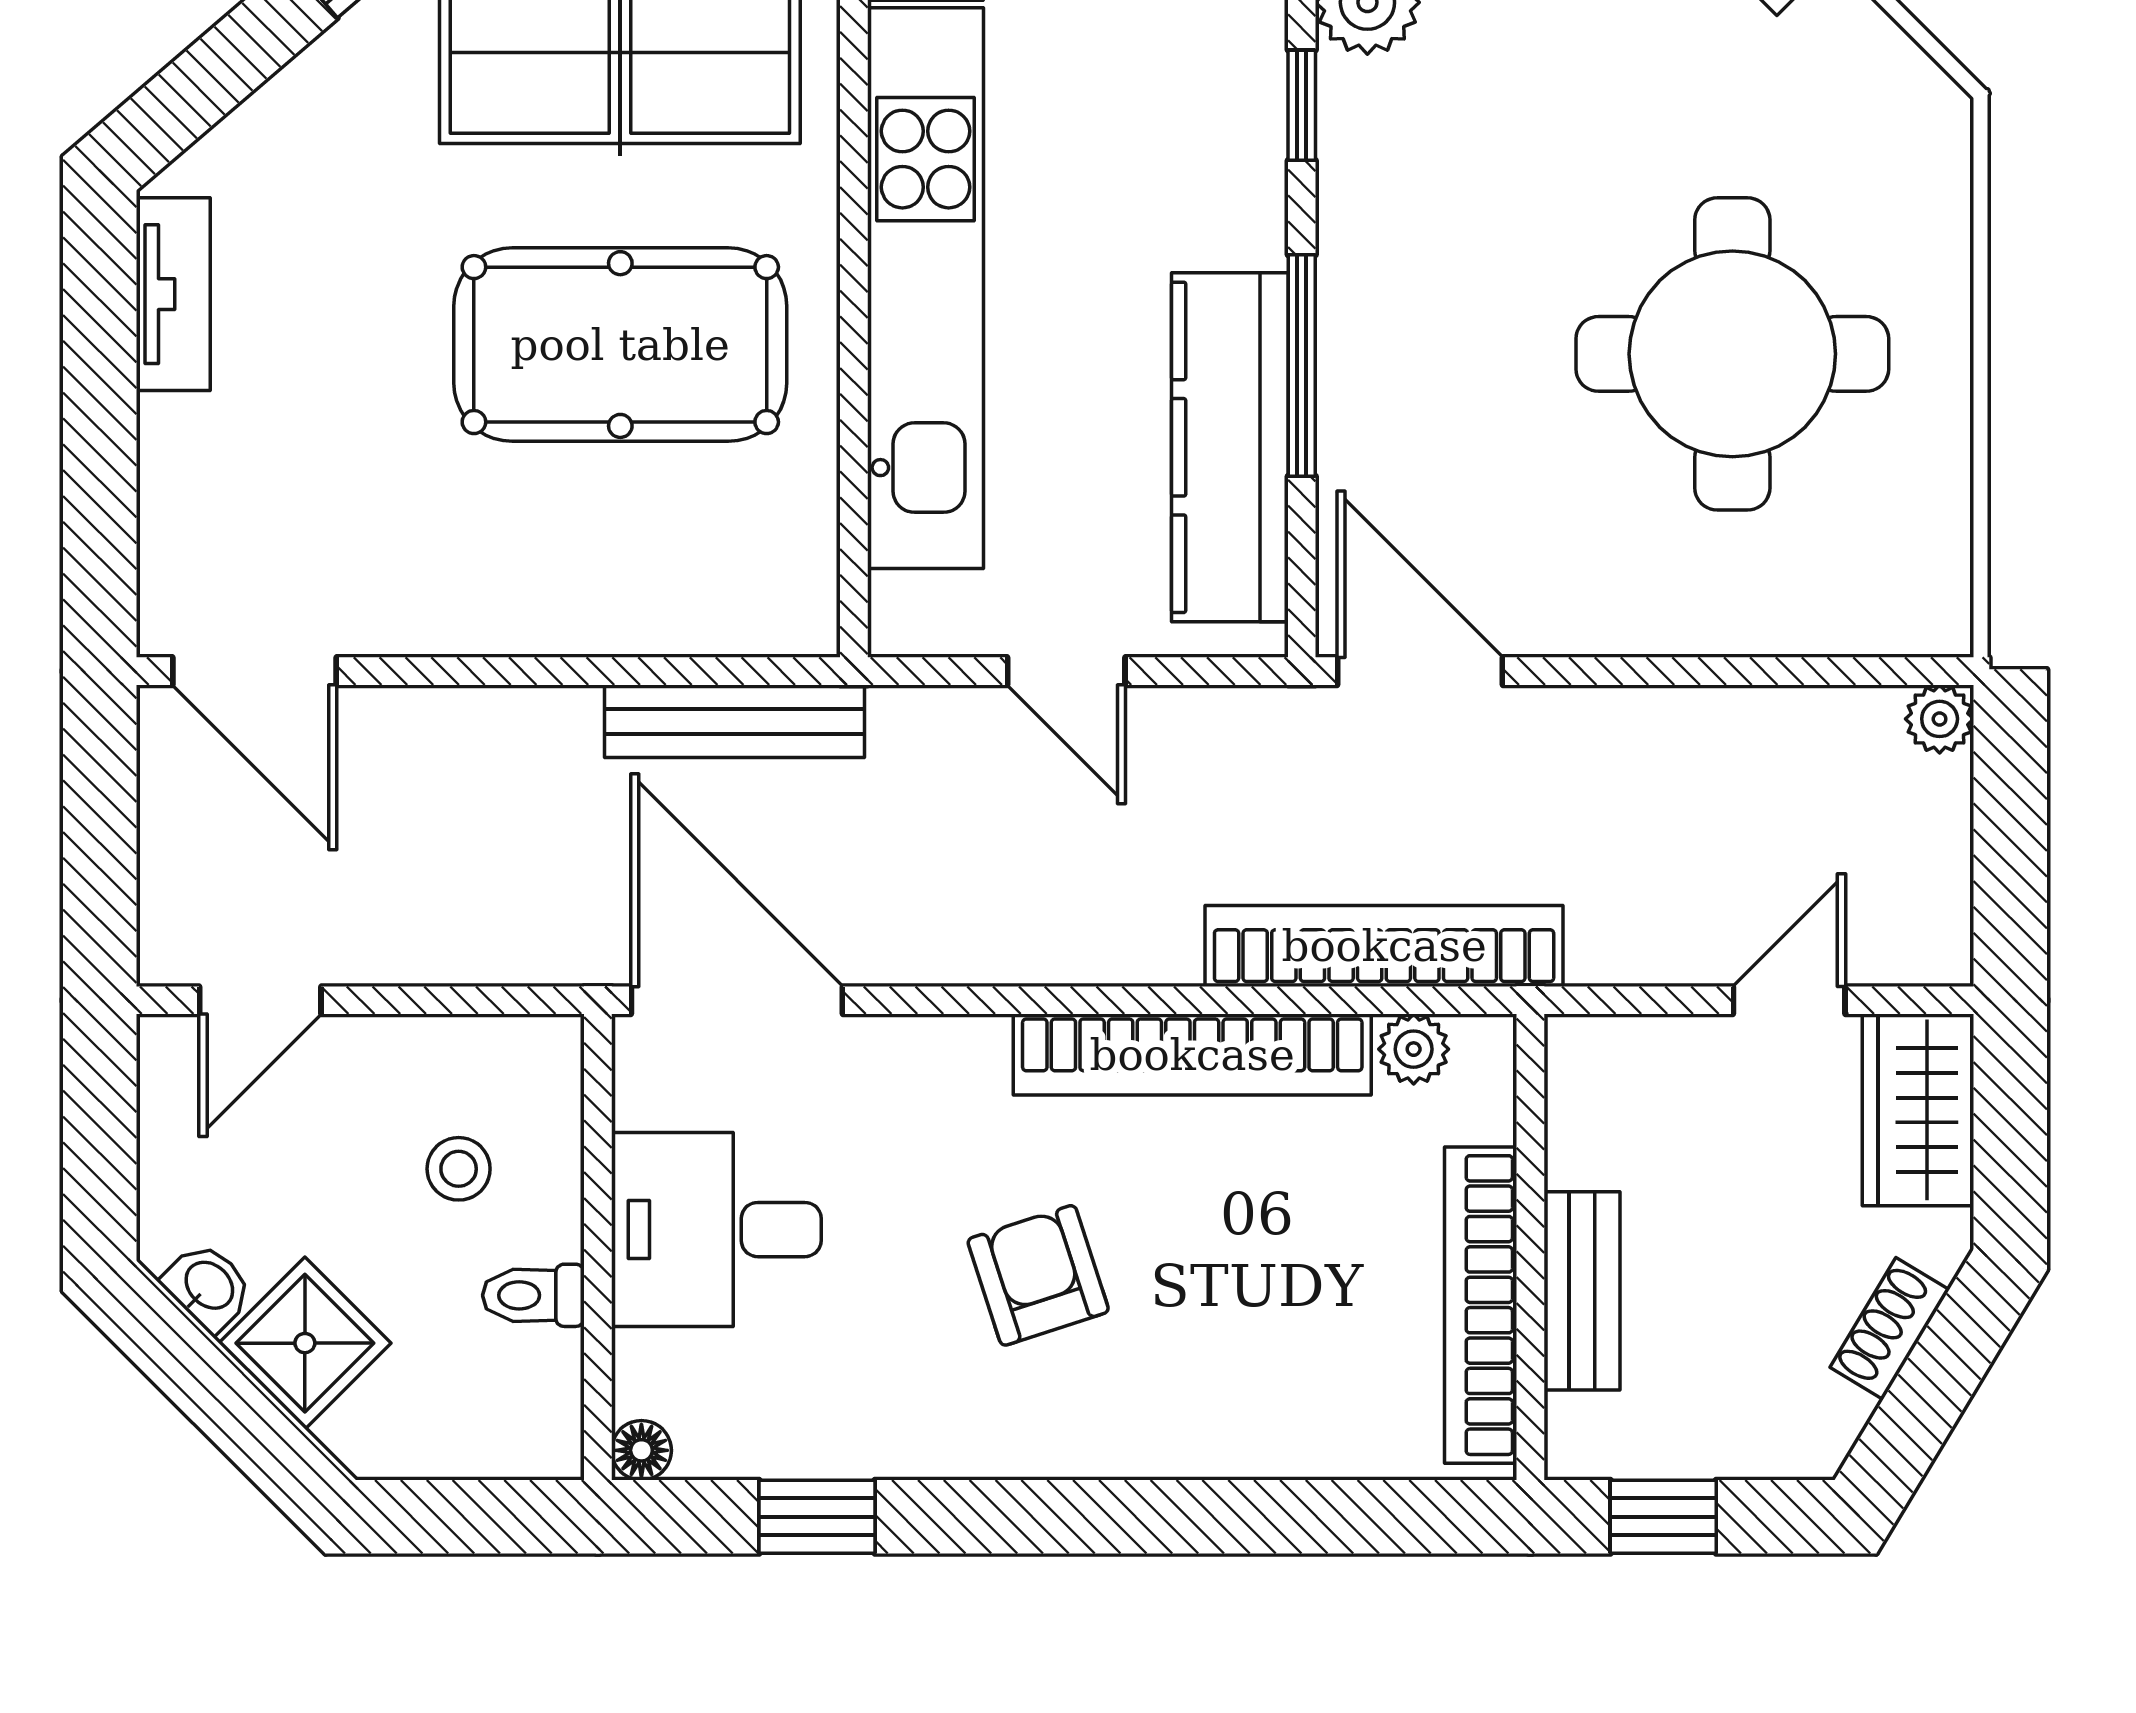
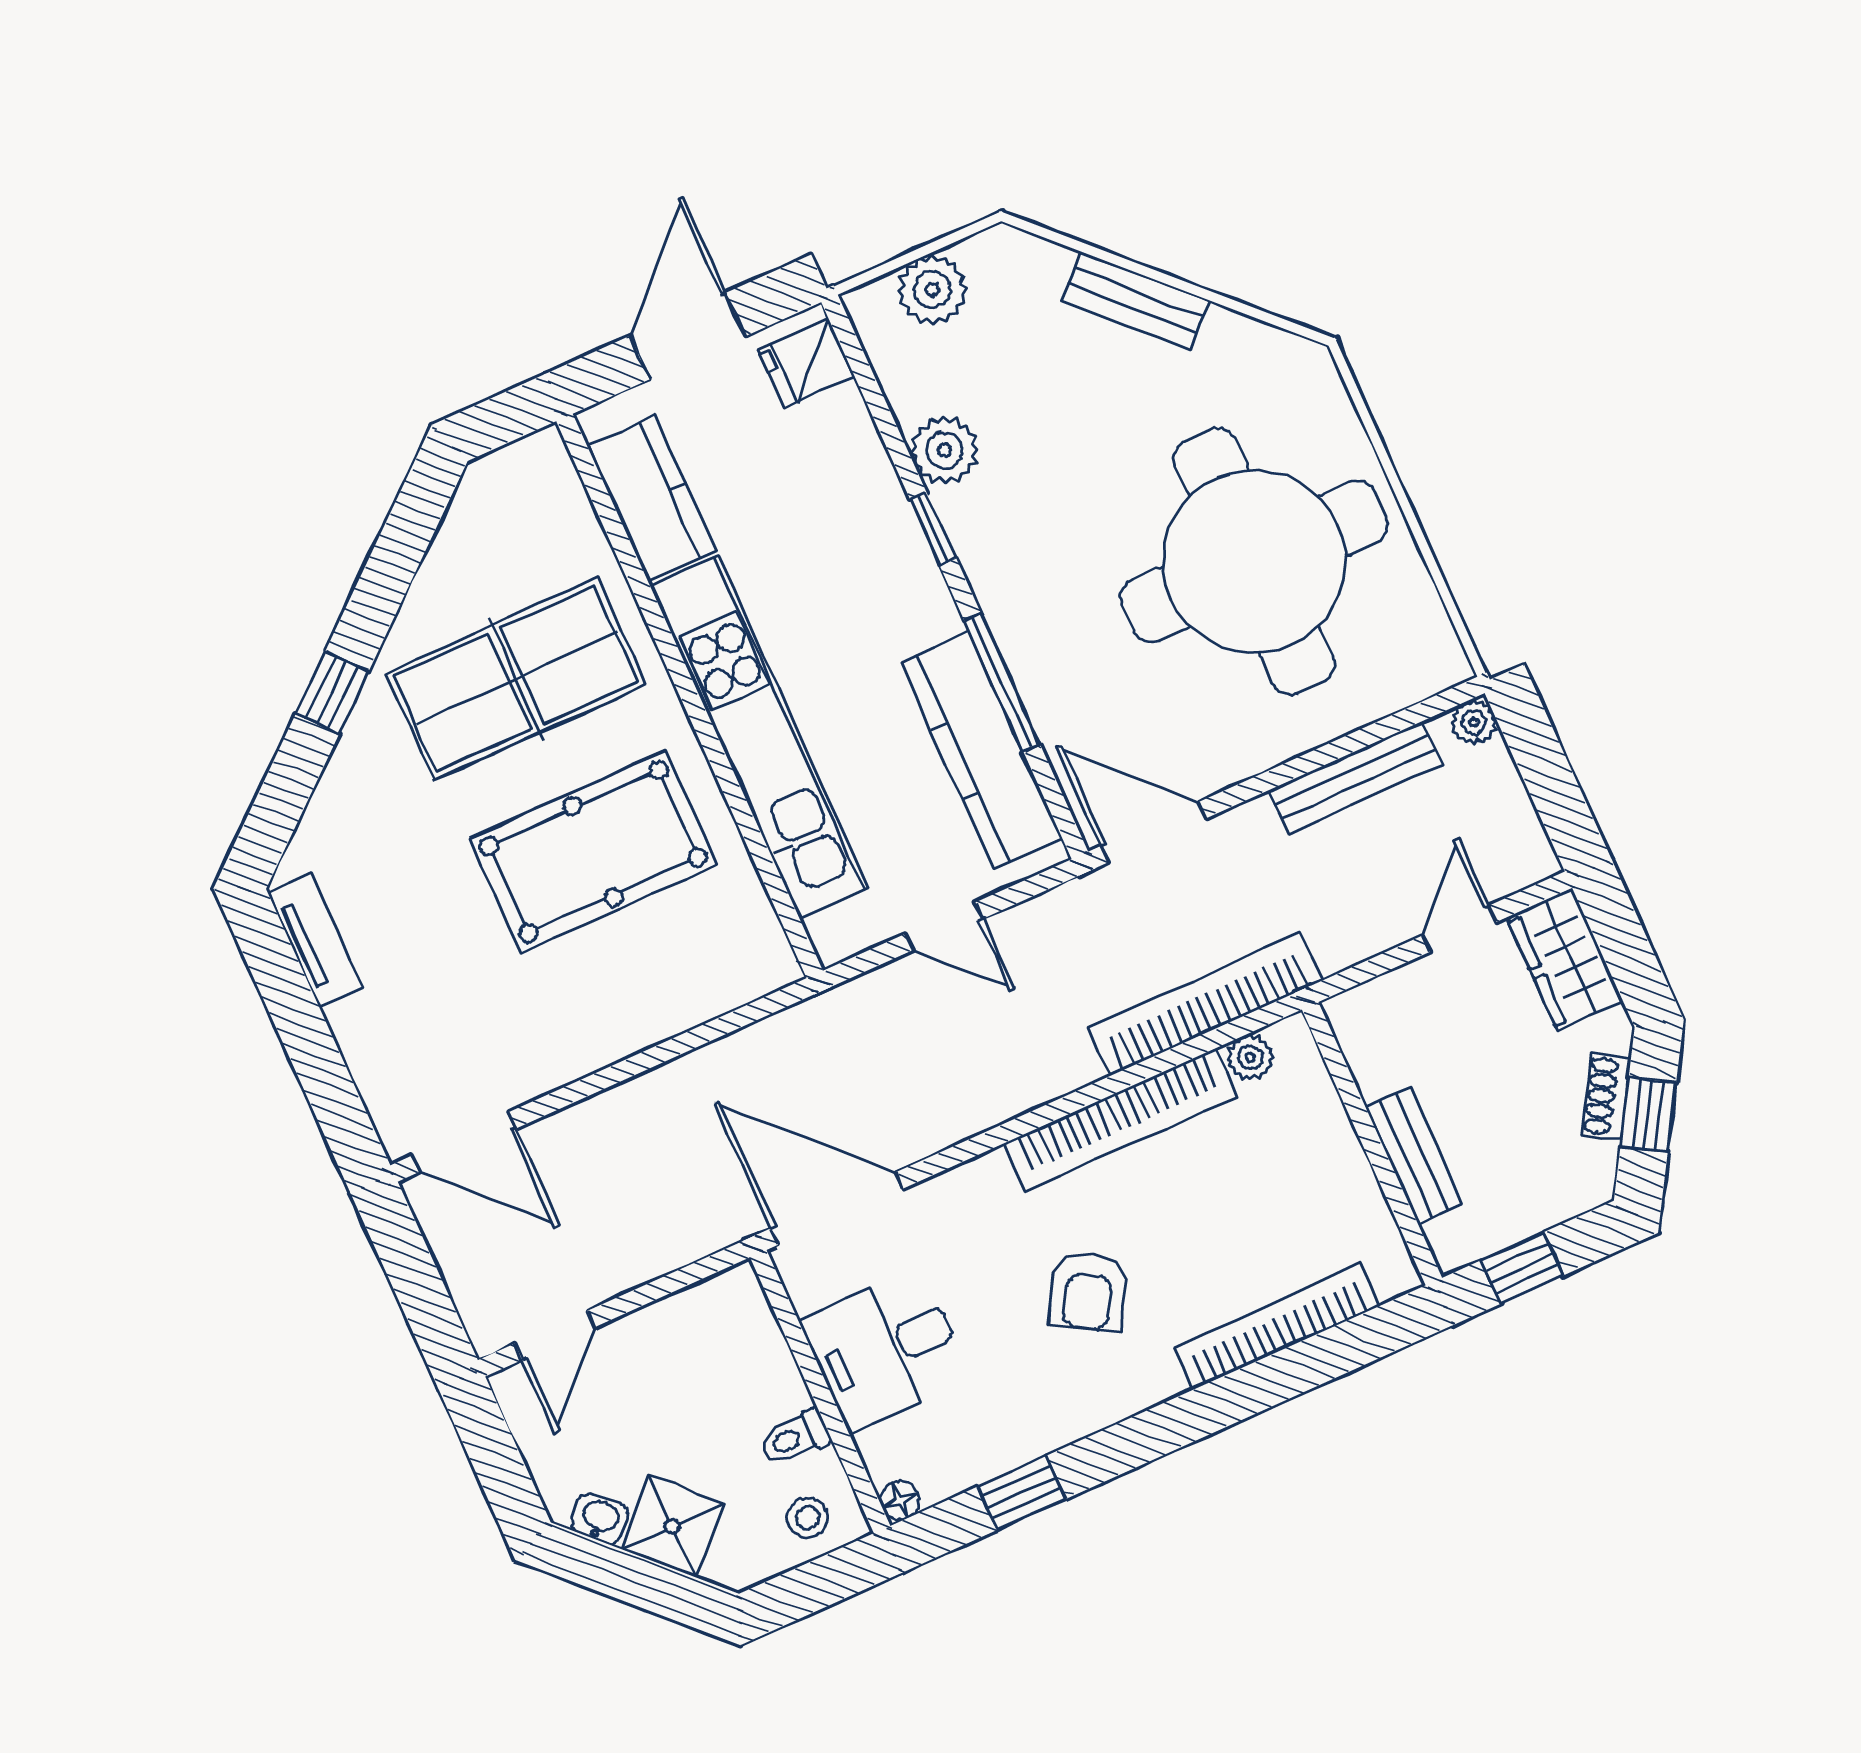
round table: (1732, 354) -> (1254, 561), width x1.36, depth x1.36
bench: (734, 721) -> (1355, 777), moved
stool: (459, 1169) -> (808, 1518), moved
armchair: (1038, 1275) -> (1088, 1291), turned -132
bookcase: (1481, 1305) -> (1277, 1326), moved, turned 90
window: (1937, 1381) -> (1648, 1114), added

